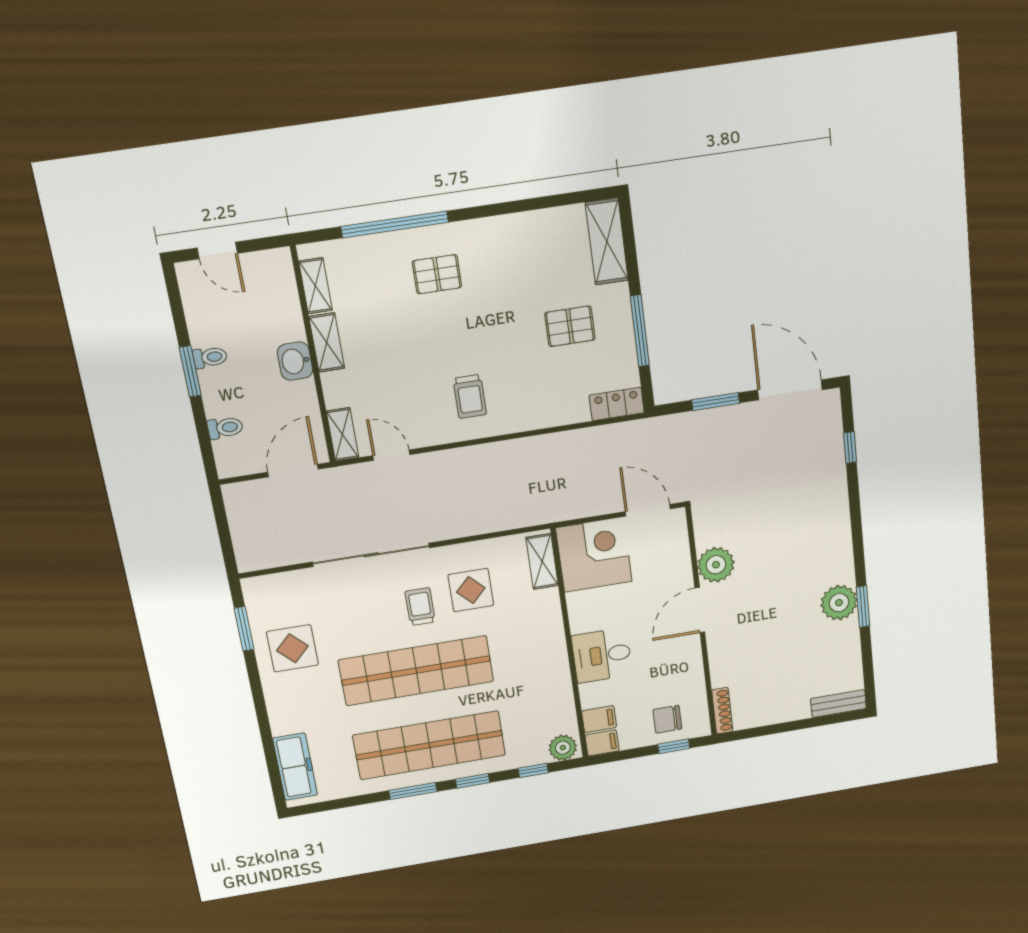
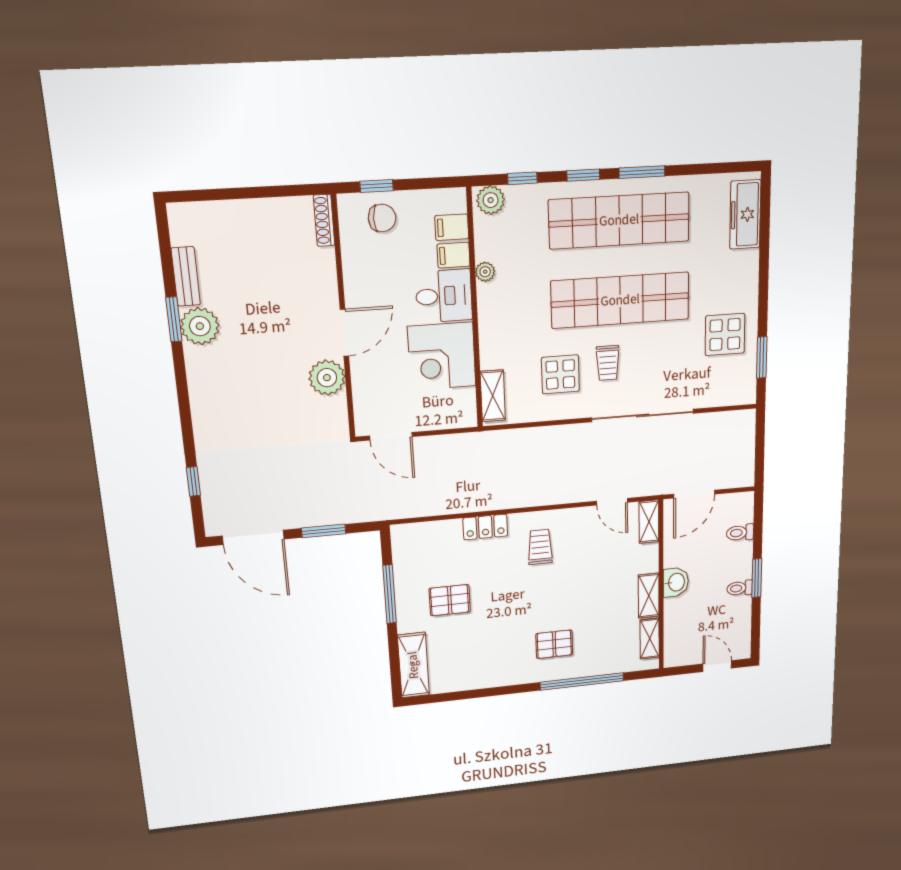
locker: (617, 404) -> (485, 527), moved
corner desk: (594, 555) -> (442, 356), moved
plant: (562, 682) -> (485, 272), added
bench: (838, 704) -> (186, 276), moved, turned 90
filing cabinet: (602, 743) -> (454, 255), moved

